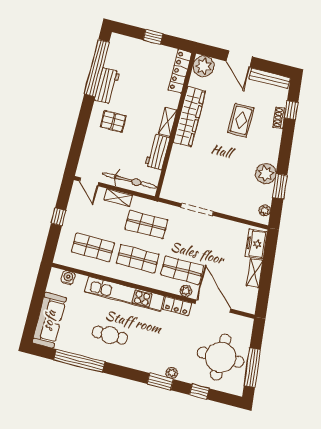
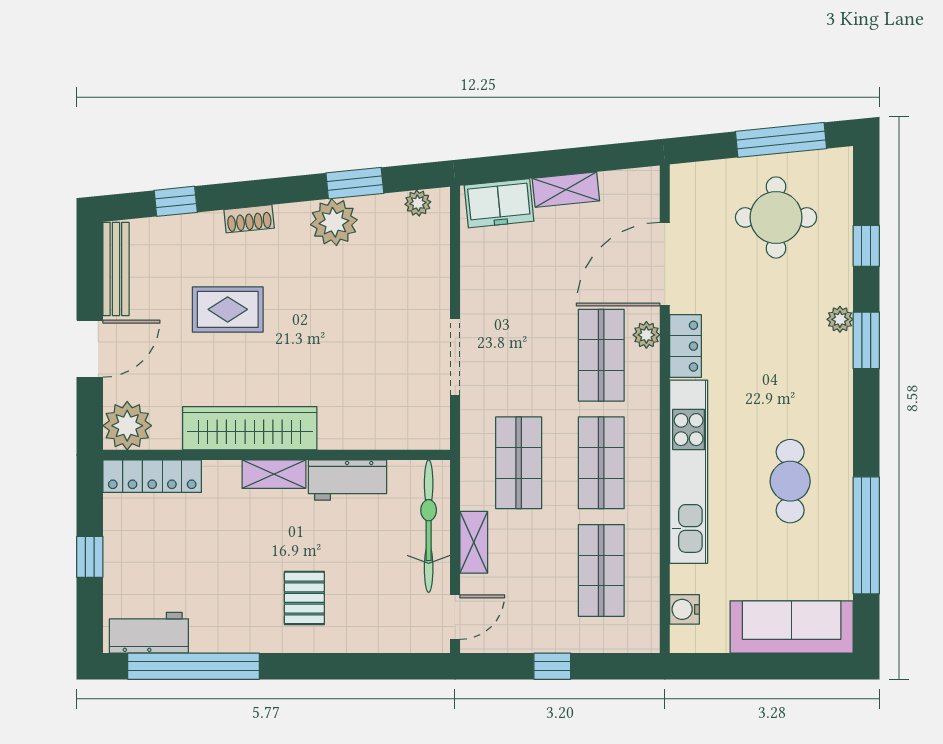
workbench: (107, 86) -> (149, 633), moved
shoe rack: (279, 118) -> (249, 219), moved
round table: (221, 357) -> (776, 217), width x0.73, depth x0.73

